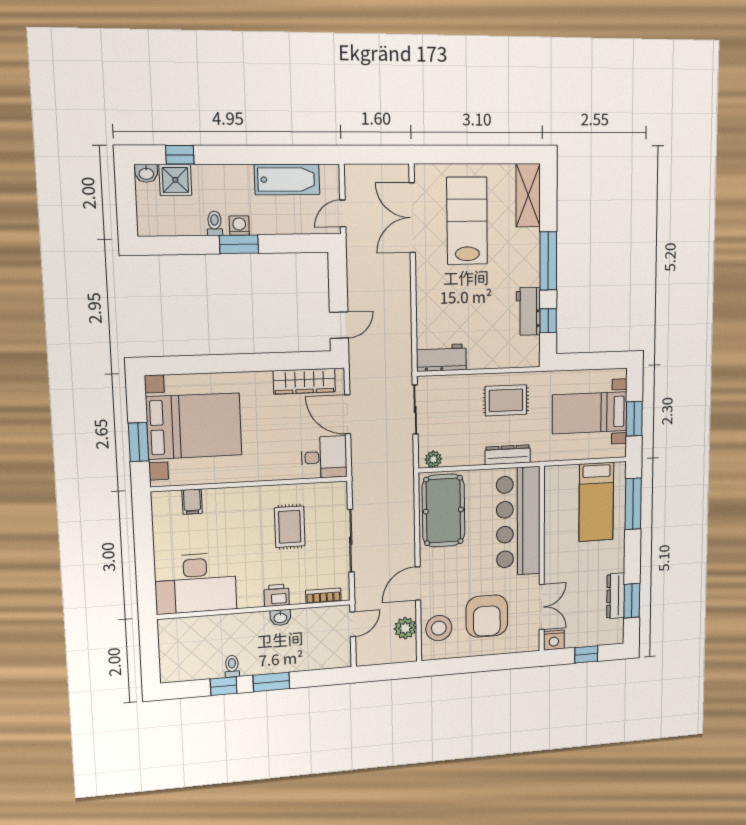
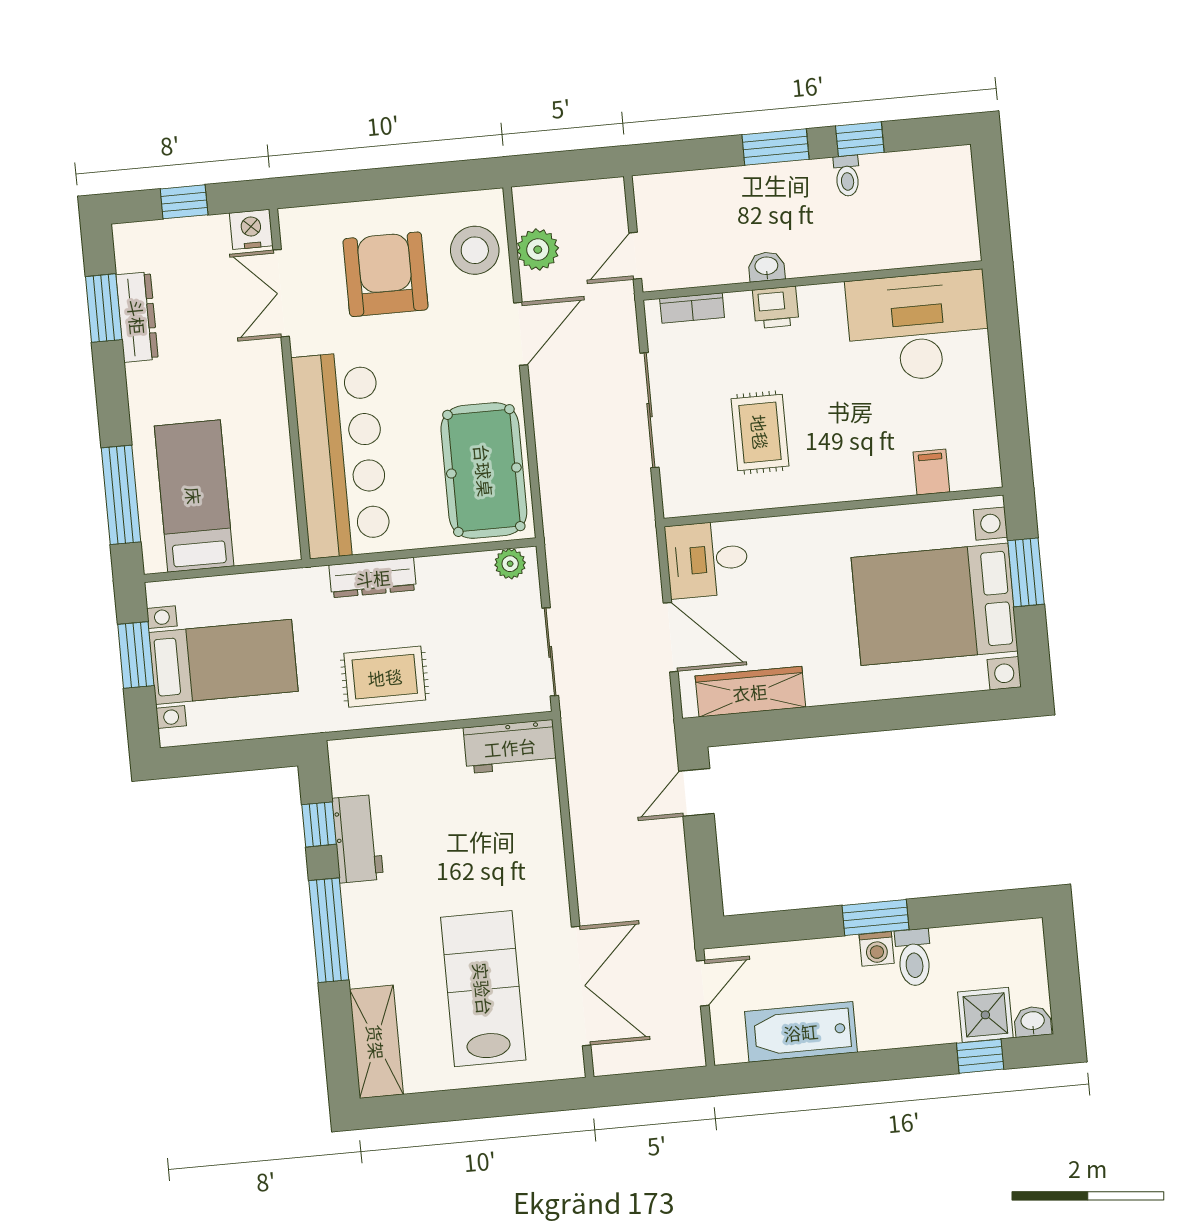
lab bench: (467, 221) -> (483, 989), turned 180
toilet: (215, 223) -> (914, 957), width x1.37, depth x1.39

